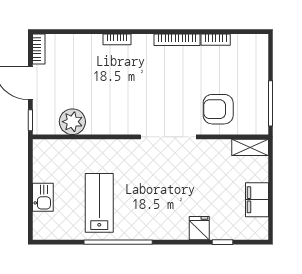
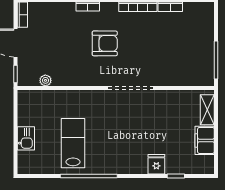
armchair: (218, 109) -> (105, 43), moved, turned 180
plant: (72, 122) -> (45, 80), width x0.53, depth x0.53
shelving: (250, 147) -> (207, 110), moved, turned 90

